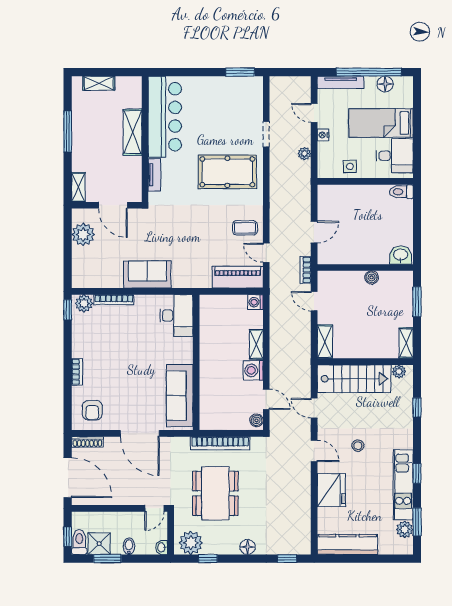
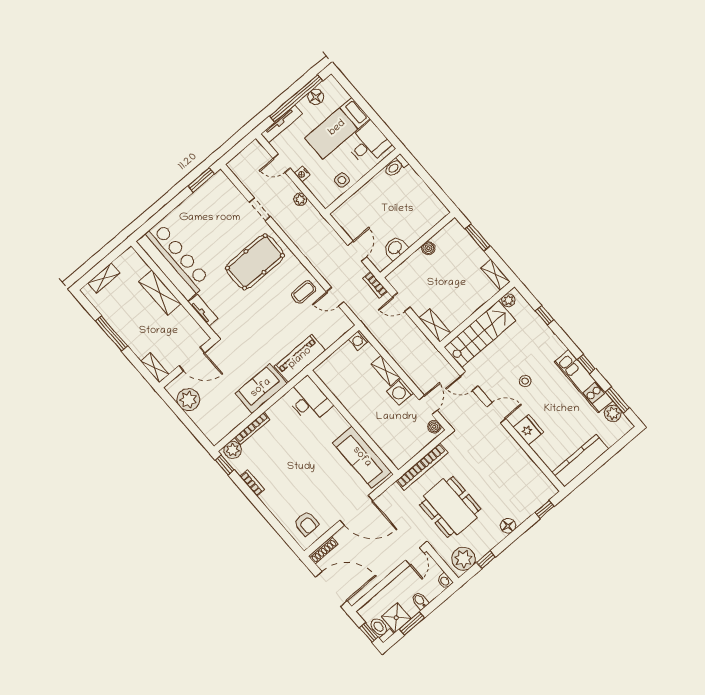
washbasin: (401, 255) -> (395, 248), moved
piano: (238, 277) -> (300, 358), moved
bookcase: (77, 372) -> (252, 483), moved
door: (266, 399) -> (428, 405), hinge flipped
fridge: (331, 490) -> (528, 430), width x0.73, depth x0.75

